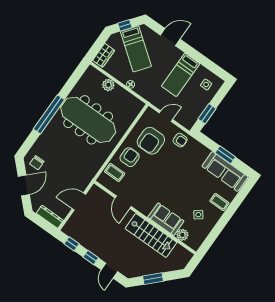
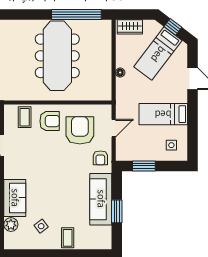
plant: (108, 85) -> (105, 52), removed
window: (49, 114) -> (76, 15), moved
door: (166, 116) -> (114, 128), hinge flipped
armchair: (151, 141) -> (80, 130), turned 90
sofa: (225, 171) -> (101, 199), moved

